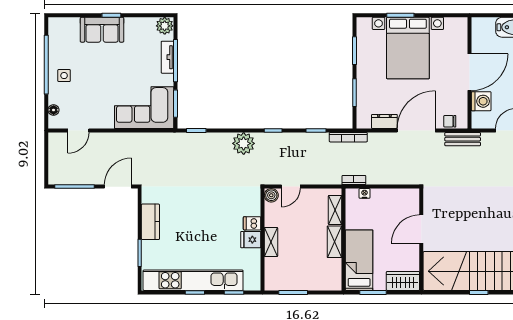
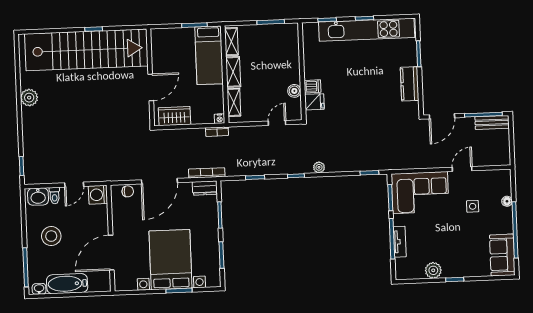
plant: (165, 26) -> (433, 270), moved
sofa: (102, 30) -> (502, 255), moved, turned -90
door: (470, 72) -> (111, 253), moved
side table: (64, 76) -> (473, 206), moved
washing machine: (481, 101) -> (98, 195), moved
floor lamp: (54, 110) -> (507, 201), moved
dresser: (384, 121) -> (205, 188), moved
door: (78, 131) -> (462, 169), moved
bookcase: (348, 137) -> (207, 173), moved
bench: (463, 139) -> (492, 123), moved
plant: (244, 143) -> (319, 167), width x0.53, depth x0.53
nightstand: (365, 193) -> (220, 119), moved
boiler: (271, 195) -> (294, 91), moved
fridge: (251, 240) -> (314, 102), moved
shelving: (271, 242) -> (231, 42), moved
wardrobe: (403, 281) -> (174, 116), moved, turned 180

